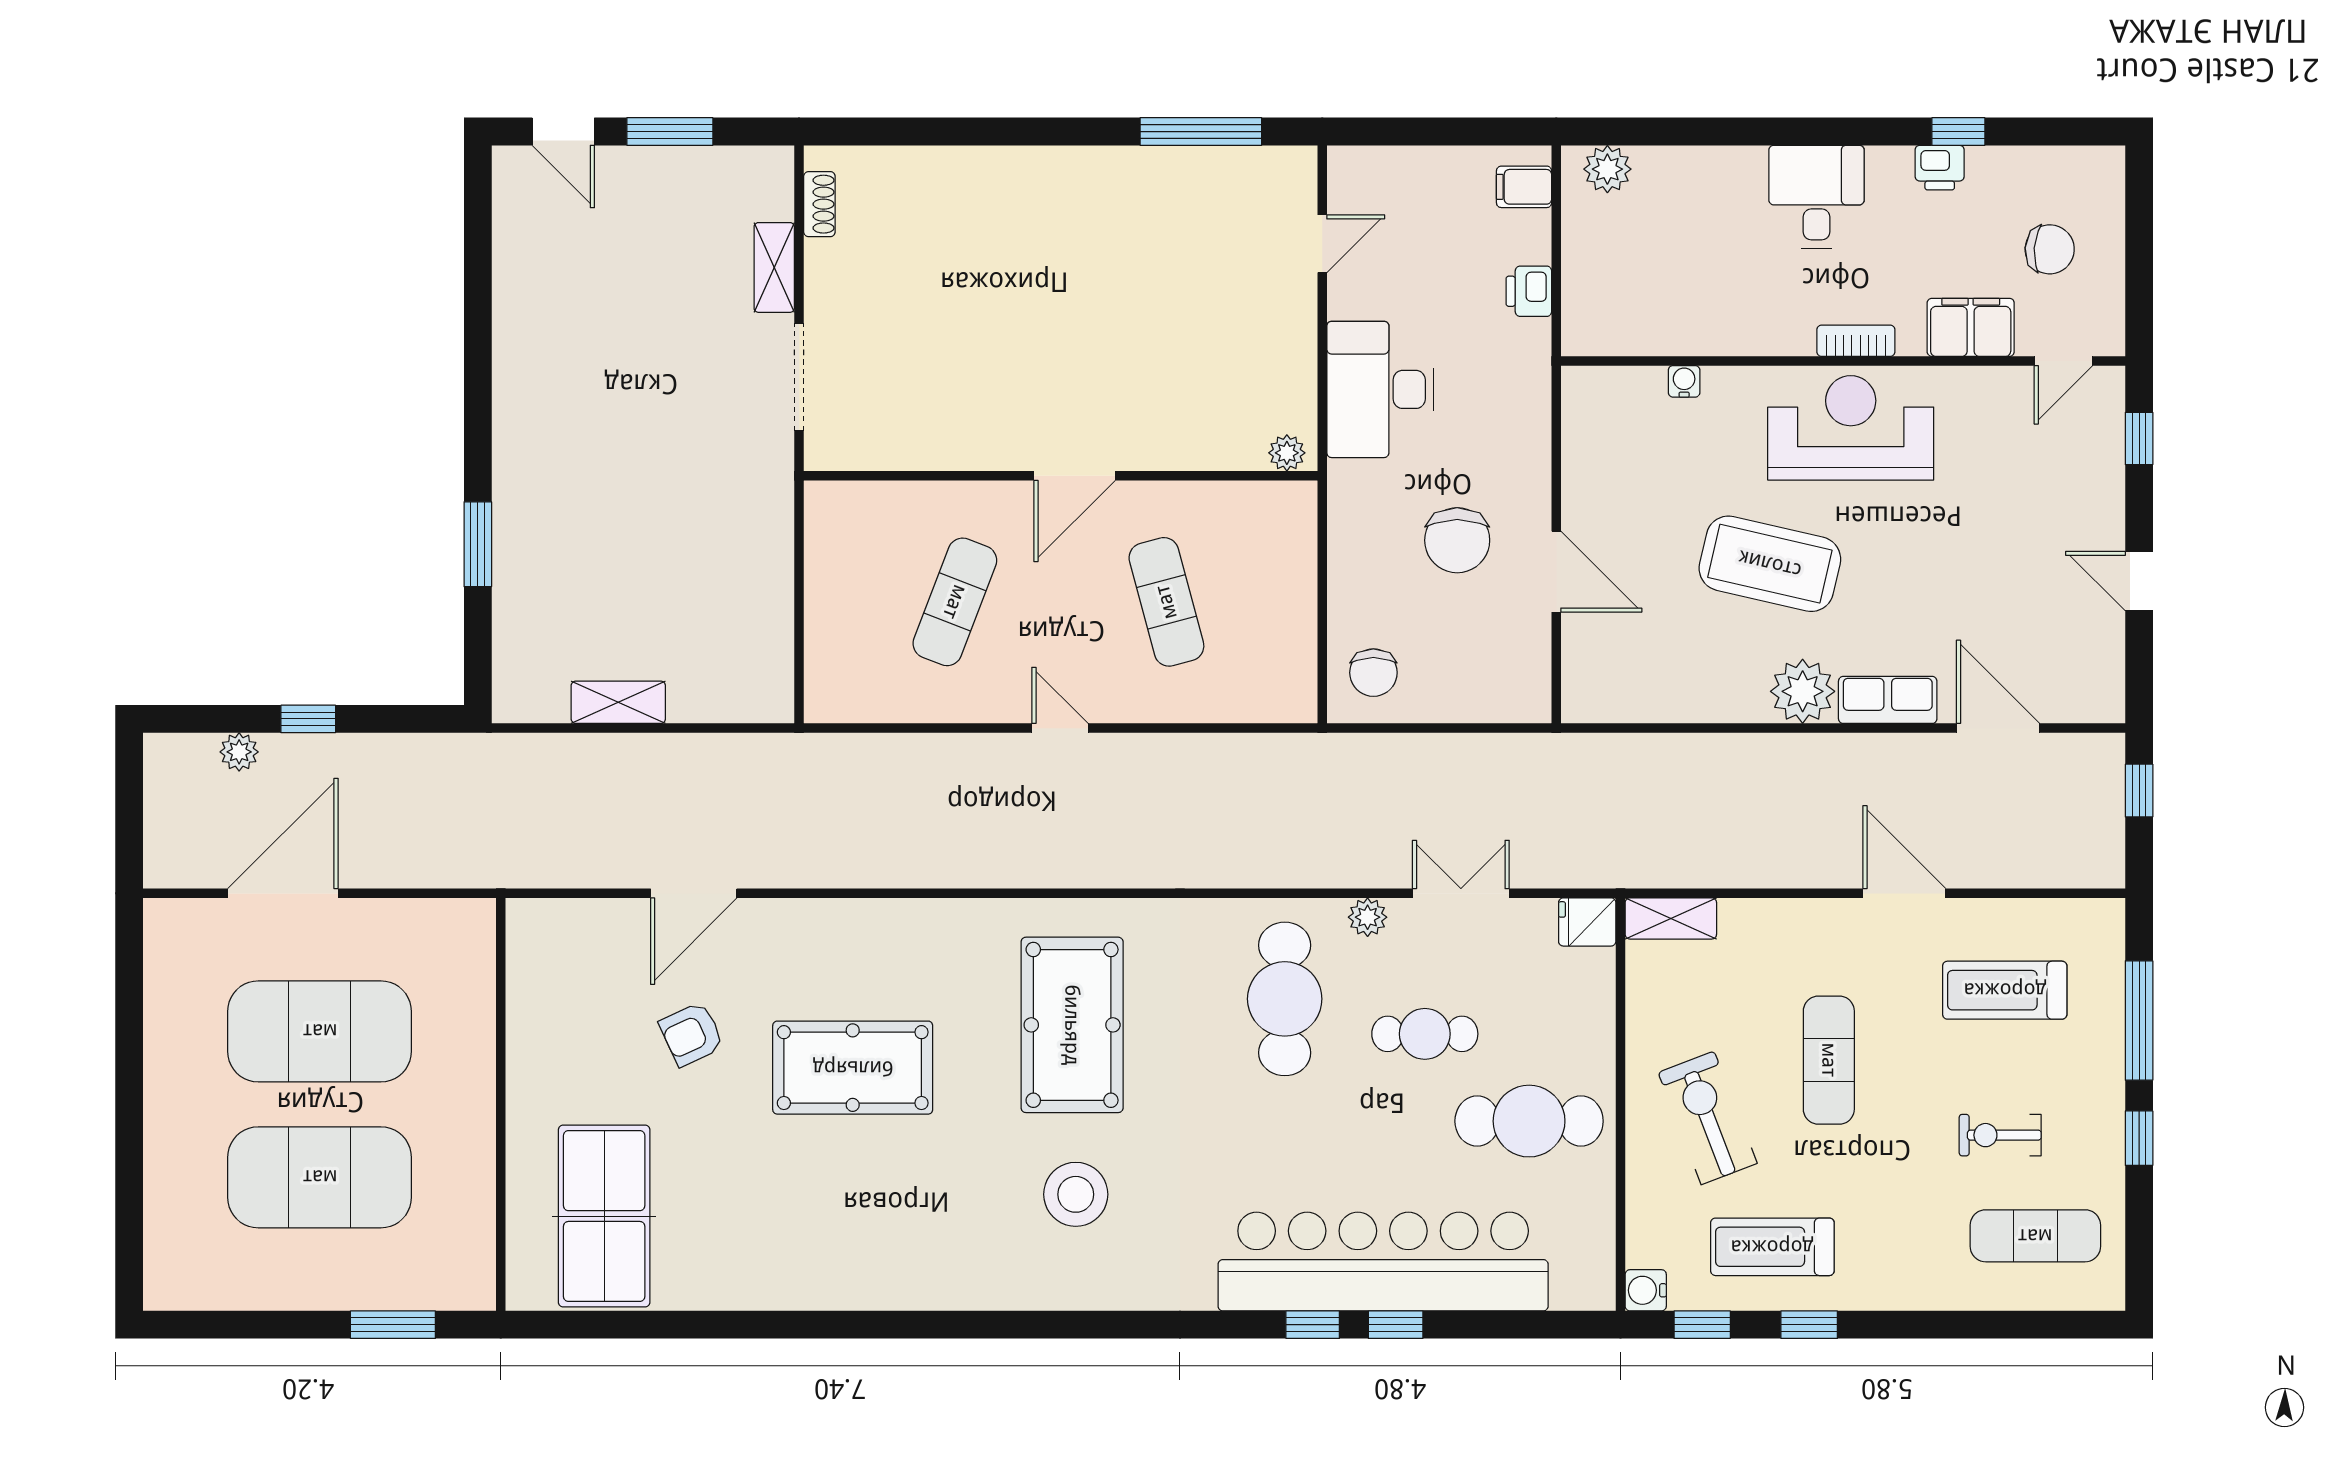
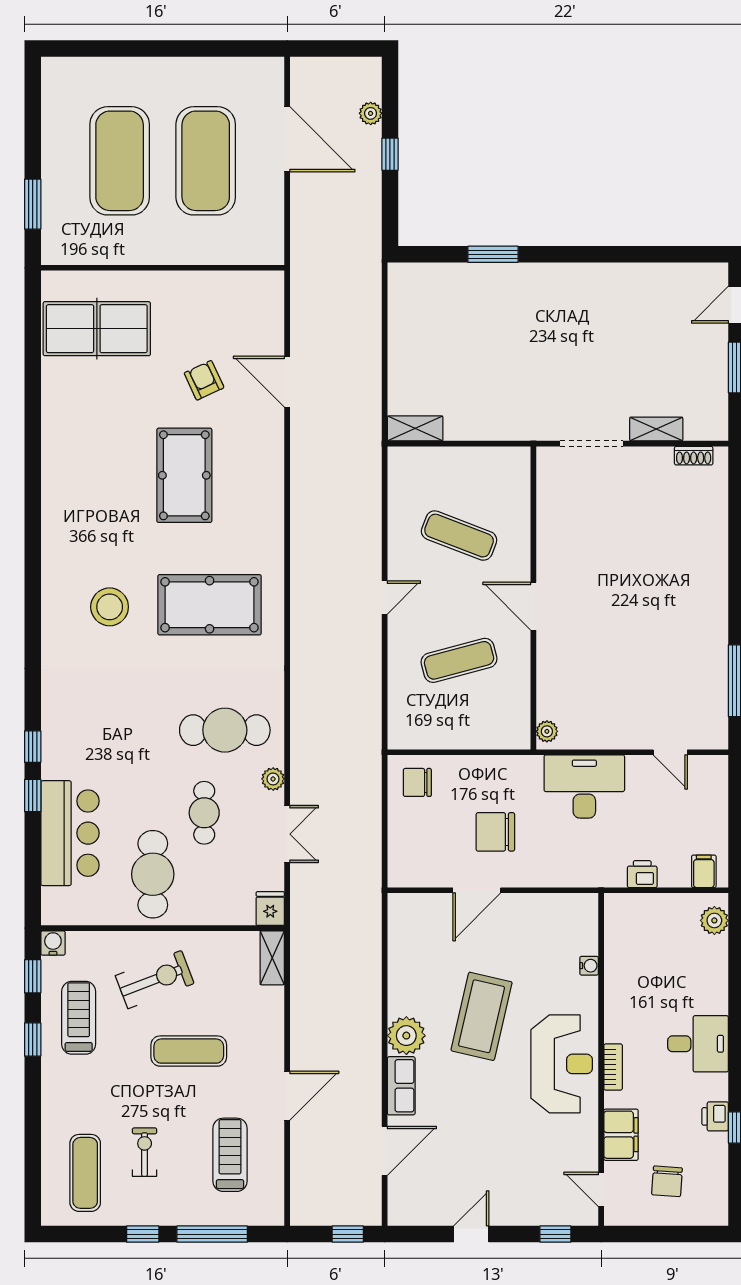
shelving: (618, 702) -> (415, 428), moved, turned 90
bar counter: (1383, 1262) -> (70, 833), width x0.54

